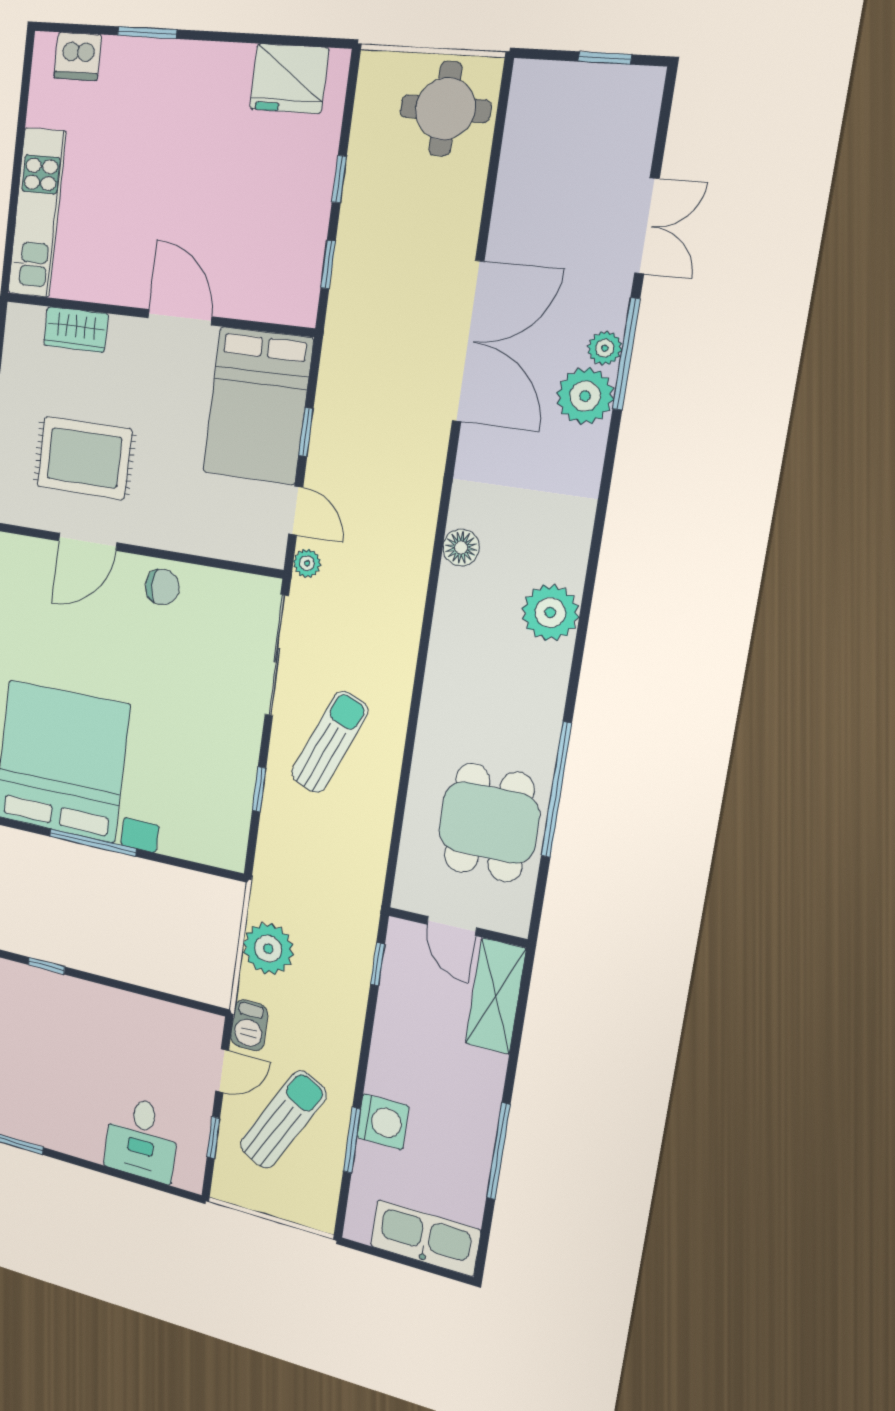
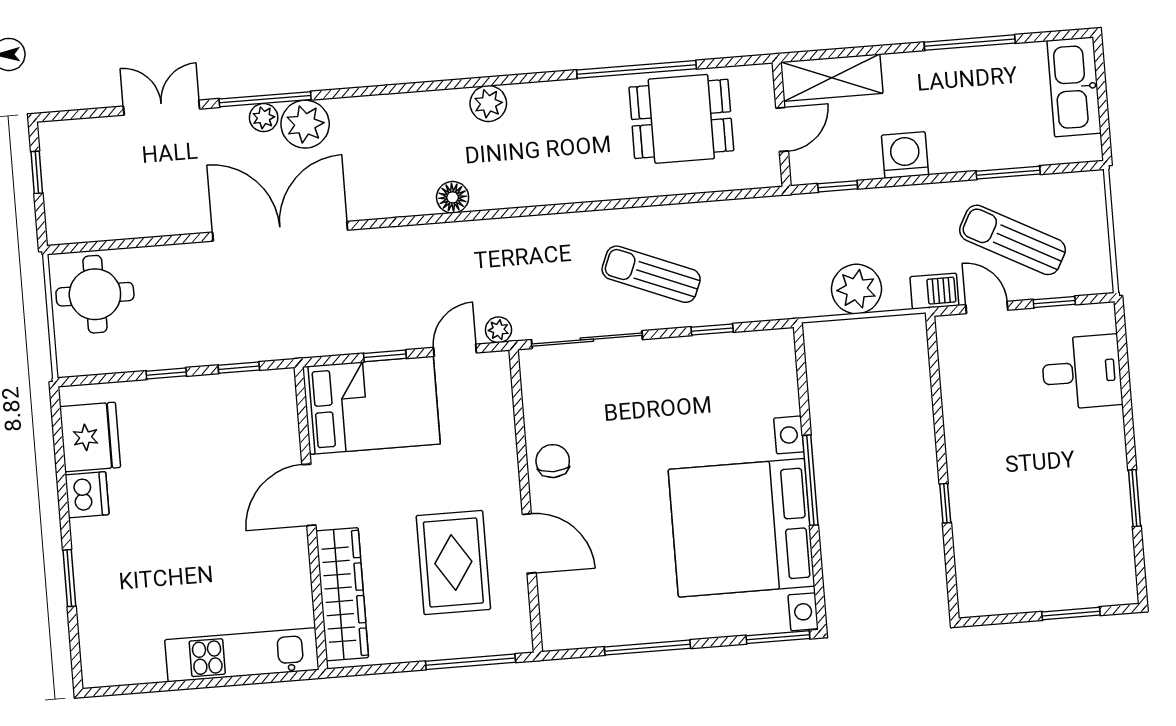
dishwasher: (78, 56) -> (87, 495), moved
wardrobe: (76, 329) -> (342, 594), width x2.10, depth x1.17
plant: (550, 613) -> (488, 103), width x0.73, depth x0.73
washing machine: (383, 1122) -> (905, 155), moved

